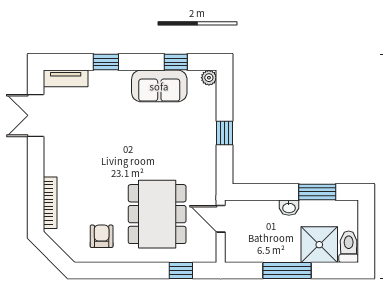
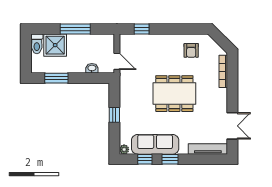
window: (106, 62) -> (170, 159), moved
tv unit: (66, 78) -> (208, 149), width x1.41
sofa: (159, 86) -> (155, 144), width x1.36
washbasin: (289, 208) -> (92, 68), moved
dining table: (157, 214) -> (174, 94), moved, turned 90

